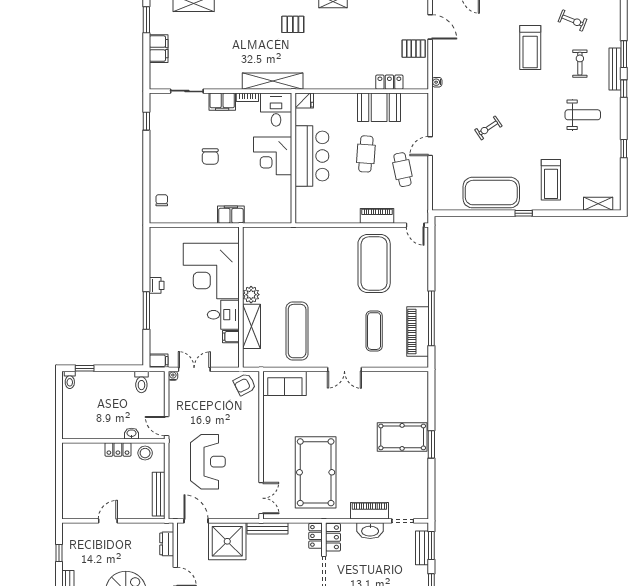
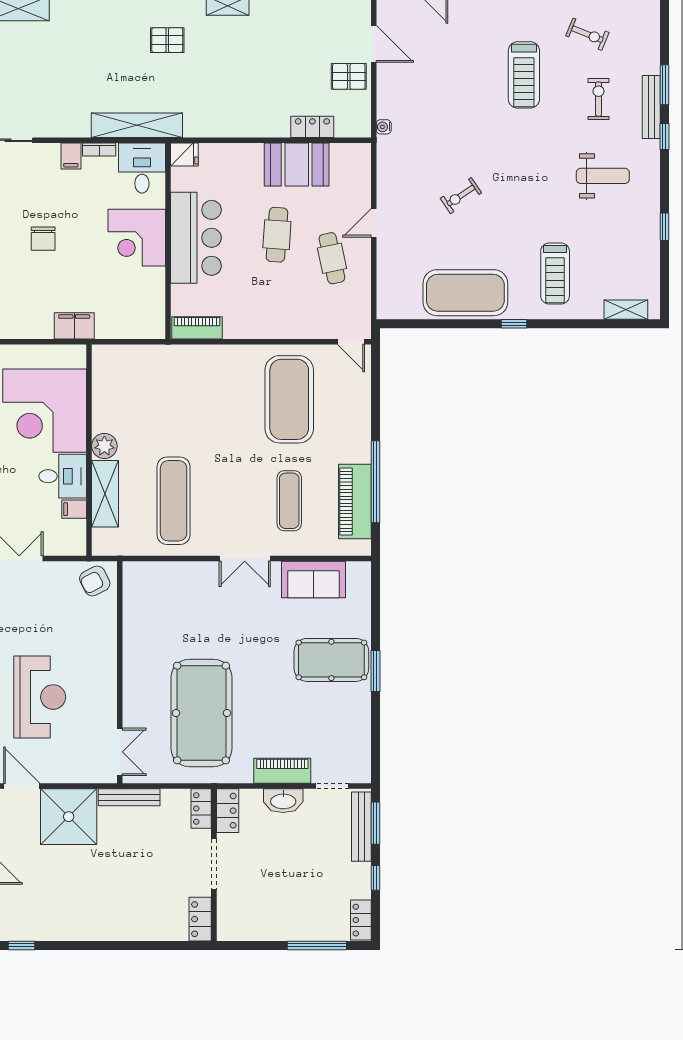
filing cabinet: (222, 102) -> (71, 156), width x0.50
piano: (377, 216) -> (197, 328), moved
sofa: (285, 383) -> (313, 579), moved
bench: (422, 548) -> (361, 827), width x1.36

